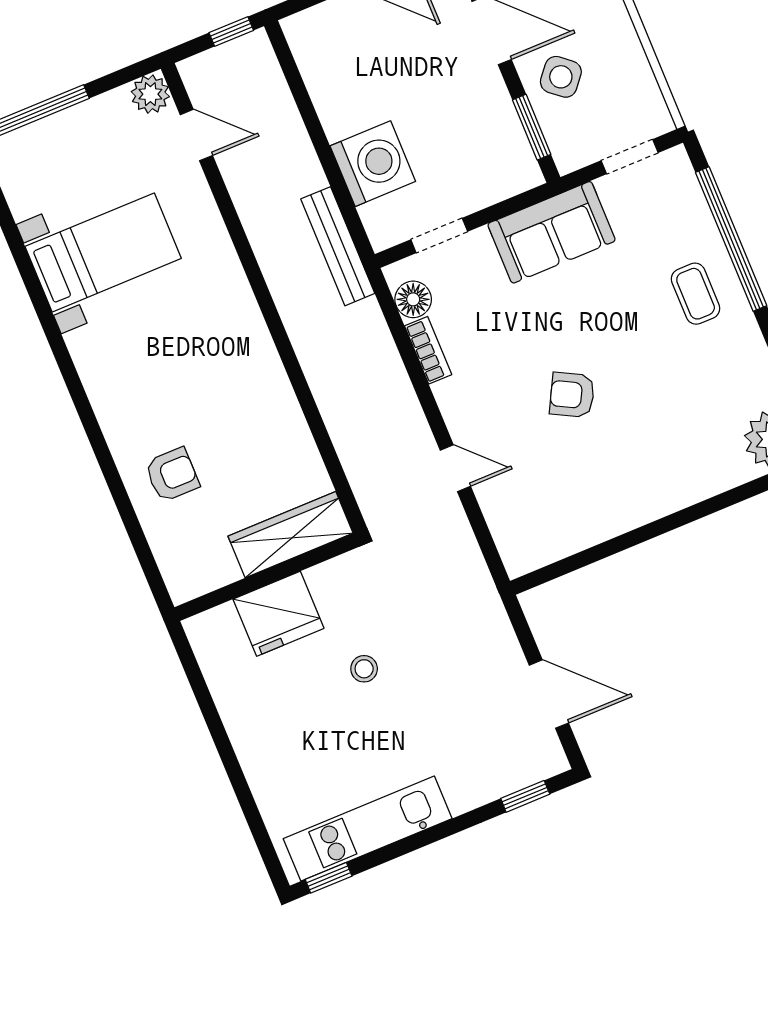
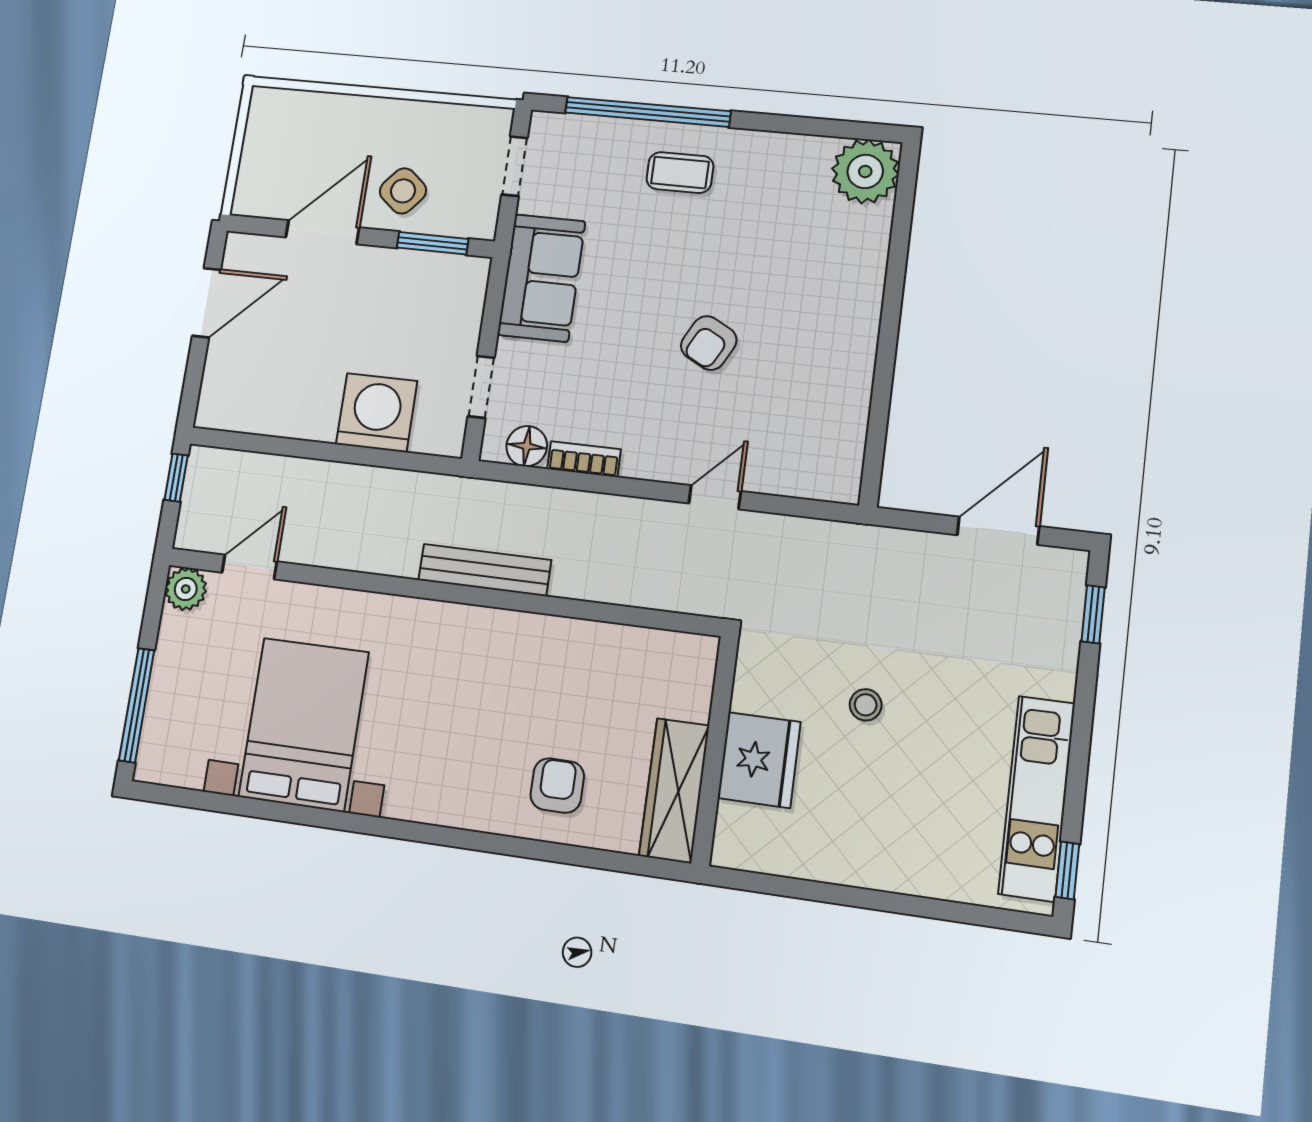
bench: (338, 246) -> (485, 570), moved
bed with nightstands: (103, 252) -> (304, 724), width x1.36
wardrobe: (291, 535) -> (674, 790), moved

